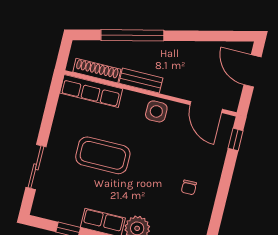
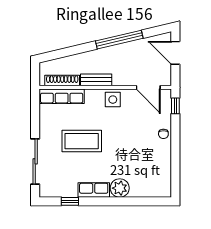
window: (132, 35) -> (119, 40), moved
sliding door: (36, 167) -> (35, 161), width x1.37
chair: (189, 187) -> (163, 134), moved

